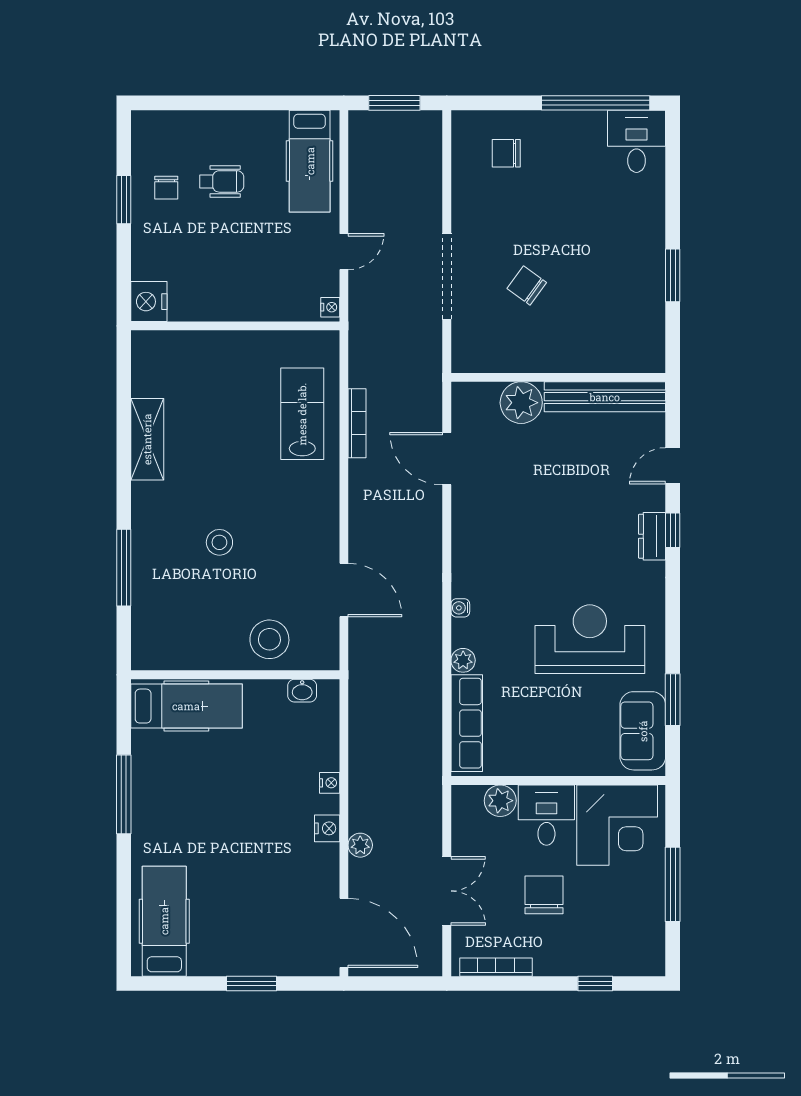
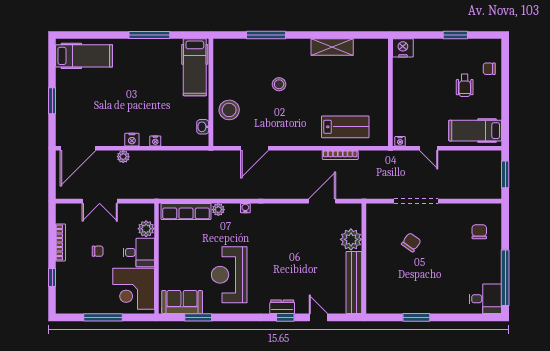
chair: (166, 188) -> (489, 69), moved
reception desk: (590, 639) -> (229, 275), turned 180
chair: (544, 895) -> (98, 251), width x0.54, depth x0.54
bookcase: (496, 967) -> (61, 242), moved

